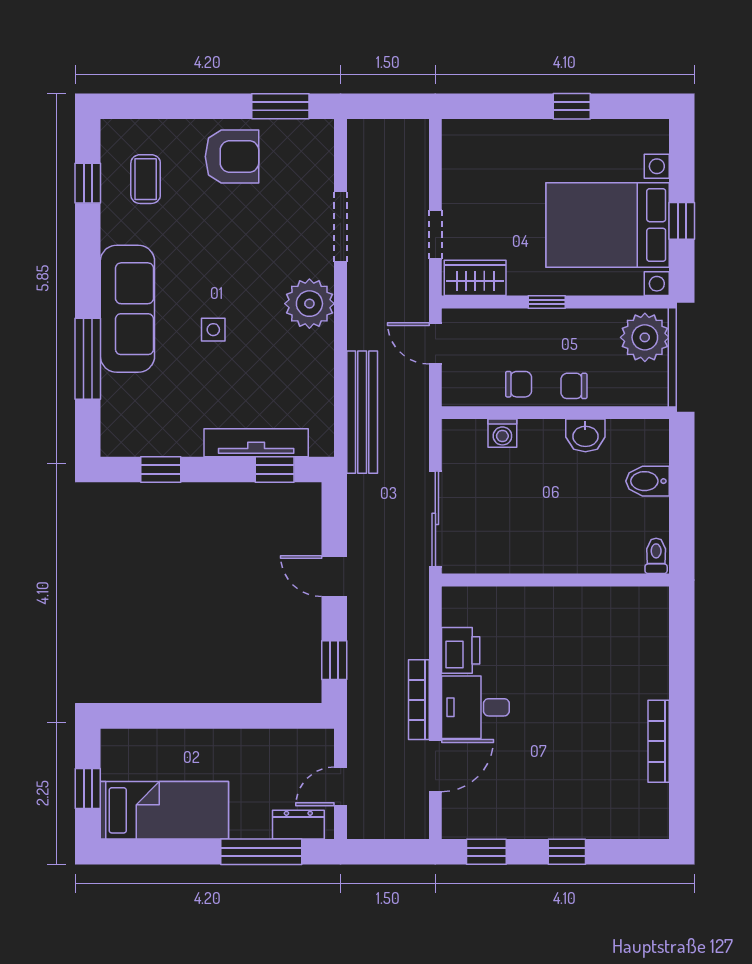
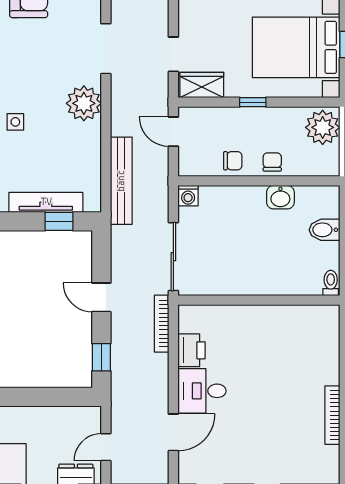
chair: (574, 386) -> (272, 162), turned 90
washing machine: (502, 433) -> (188, 196), moved
bookcase: (419, 700) -> (162, 324), moved

